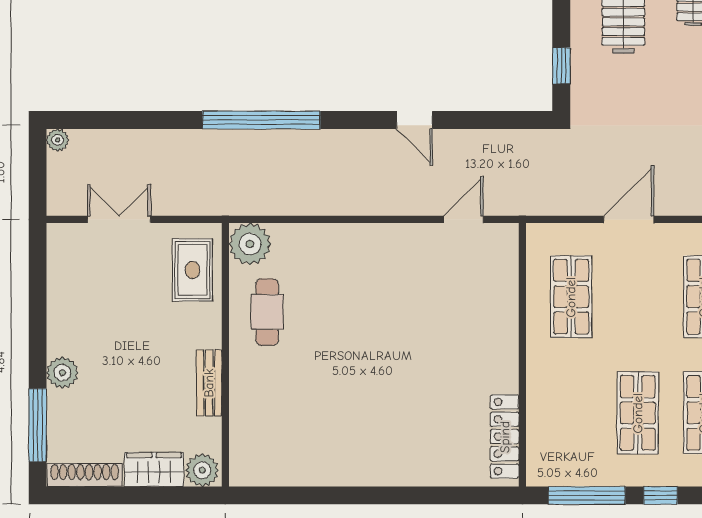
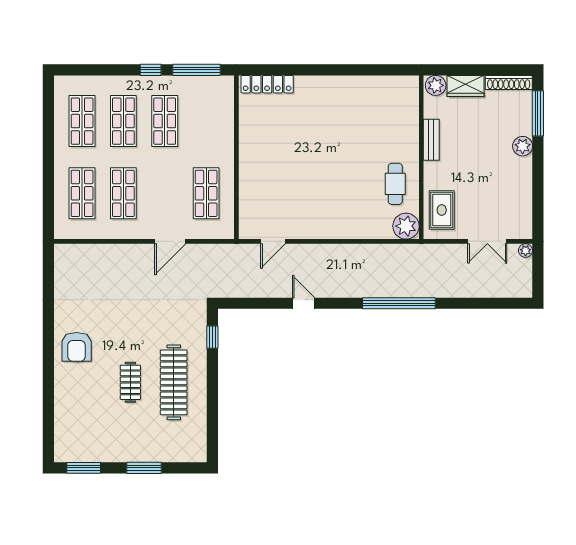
plant: (58, 140) -> (526, 251), moved
locker: (505, 437) -> (267, 84), moved, turned 90

